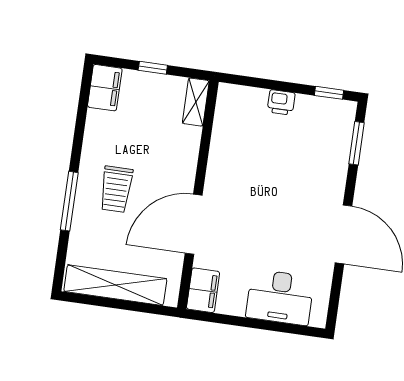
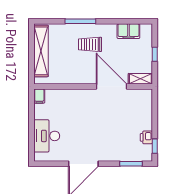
filing cabinet: (105, 88) -> (128, 31), moved
printer: (281, 102) -> (146, 137), moved
door: (194, 224) -> (111, 87), moved
filing cabinet: (203, 290) -> (39, 96), width x0.50

